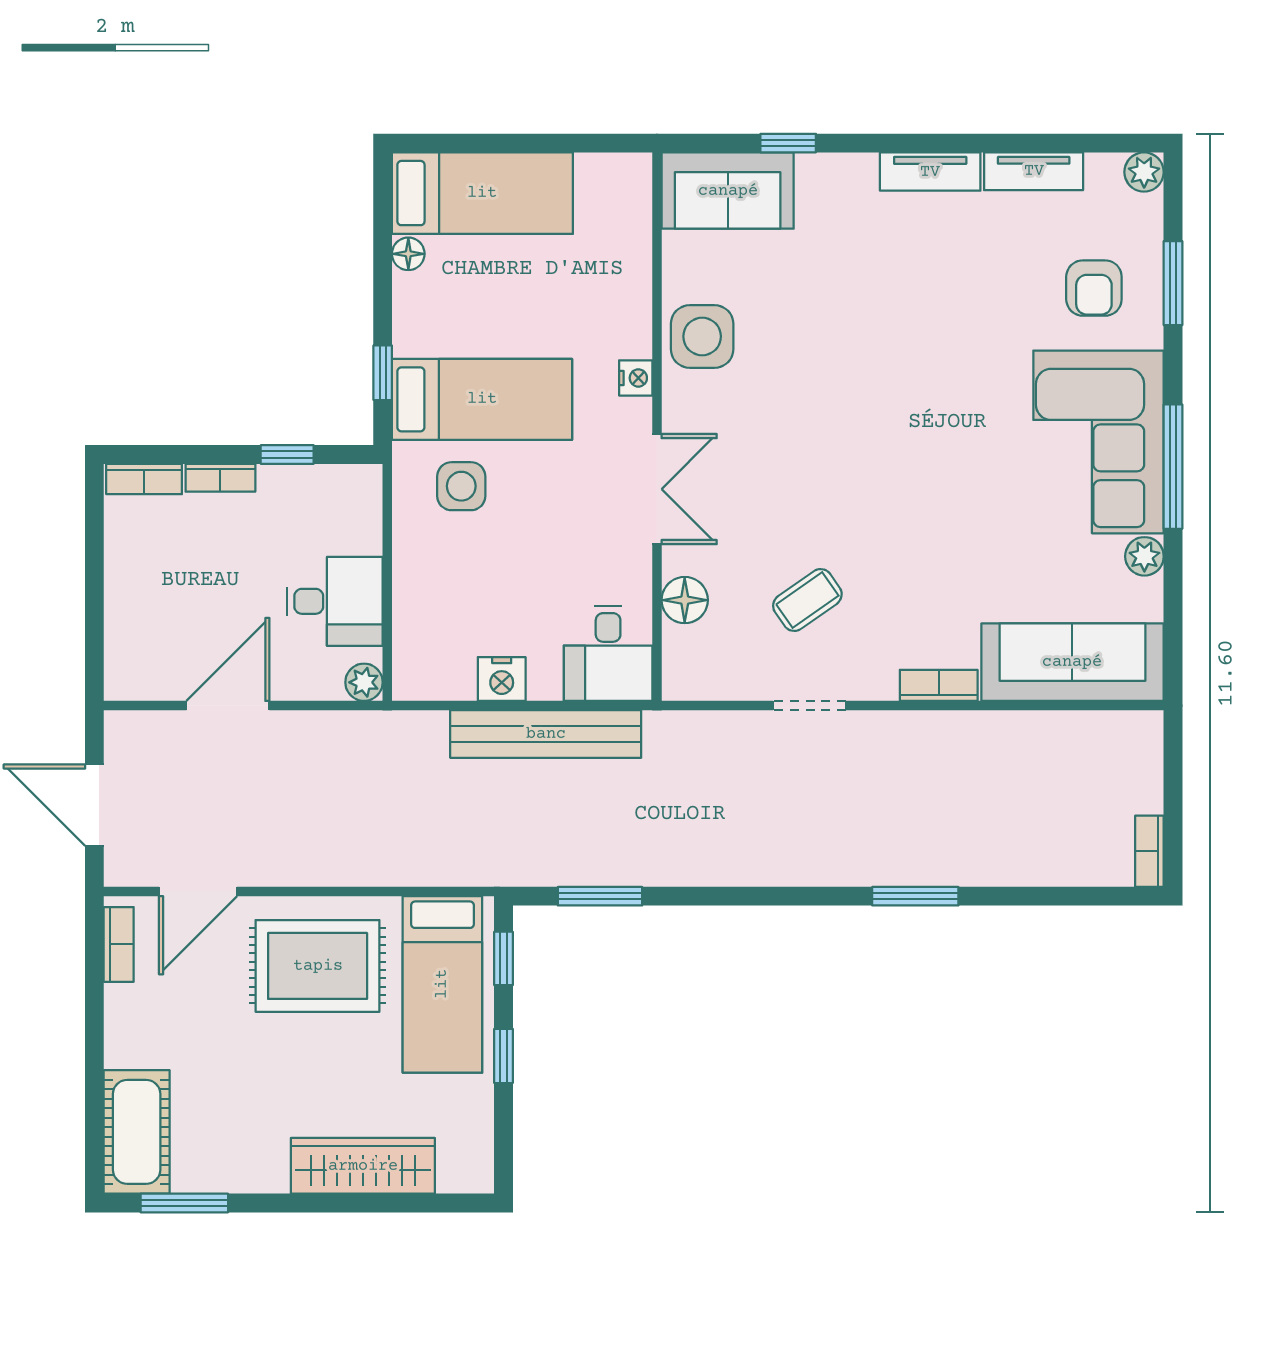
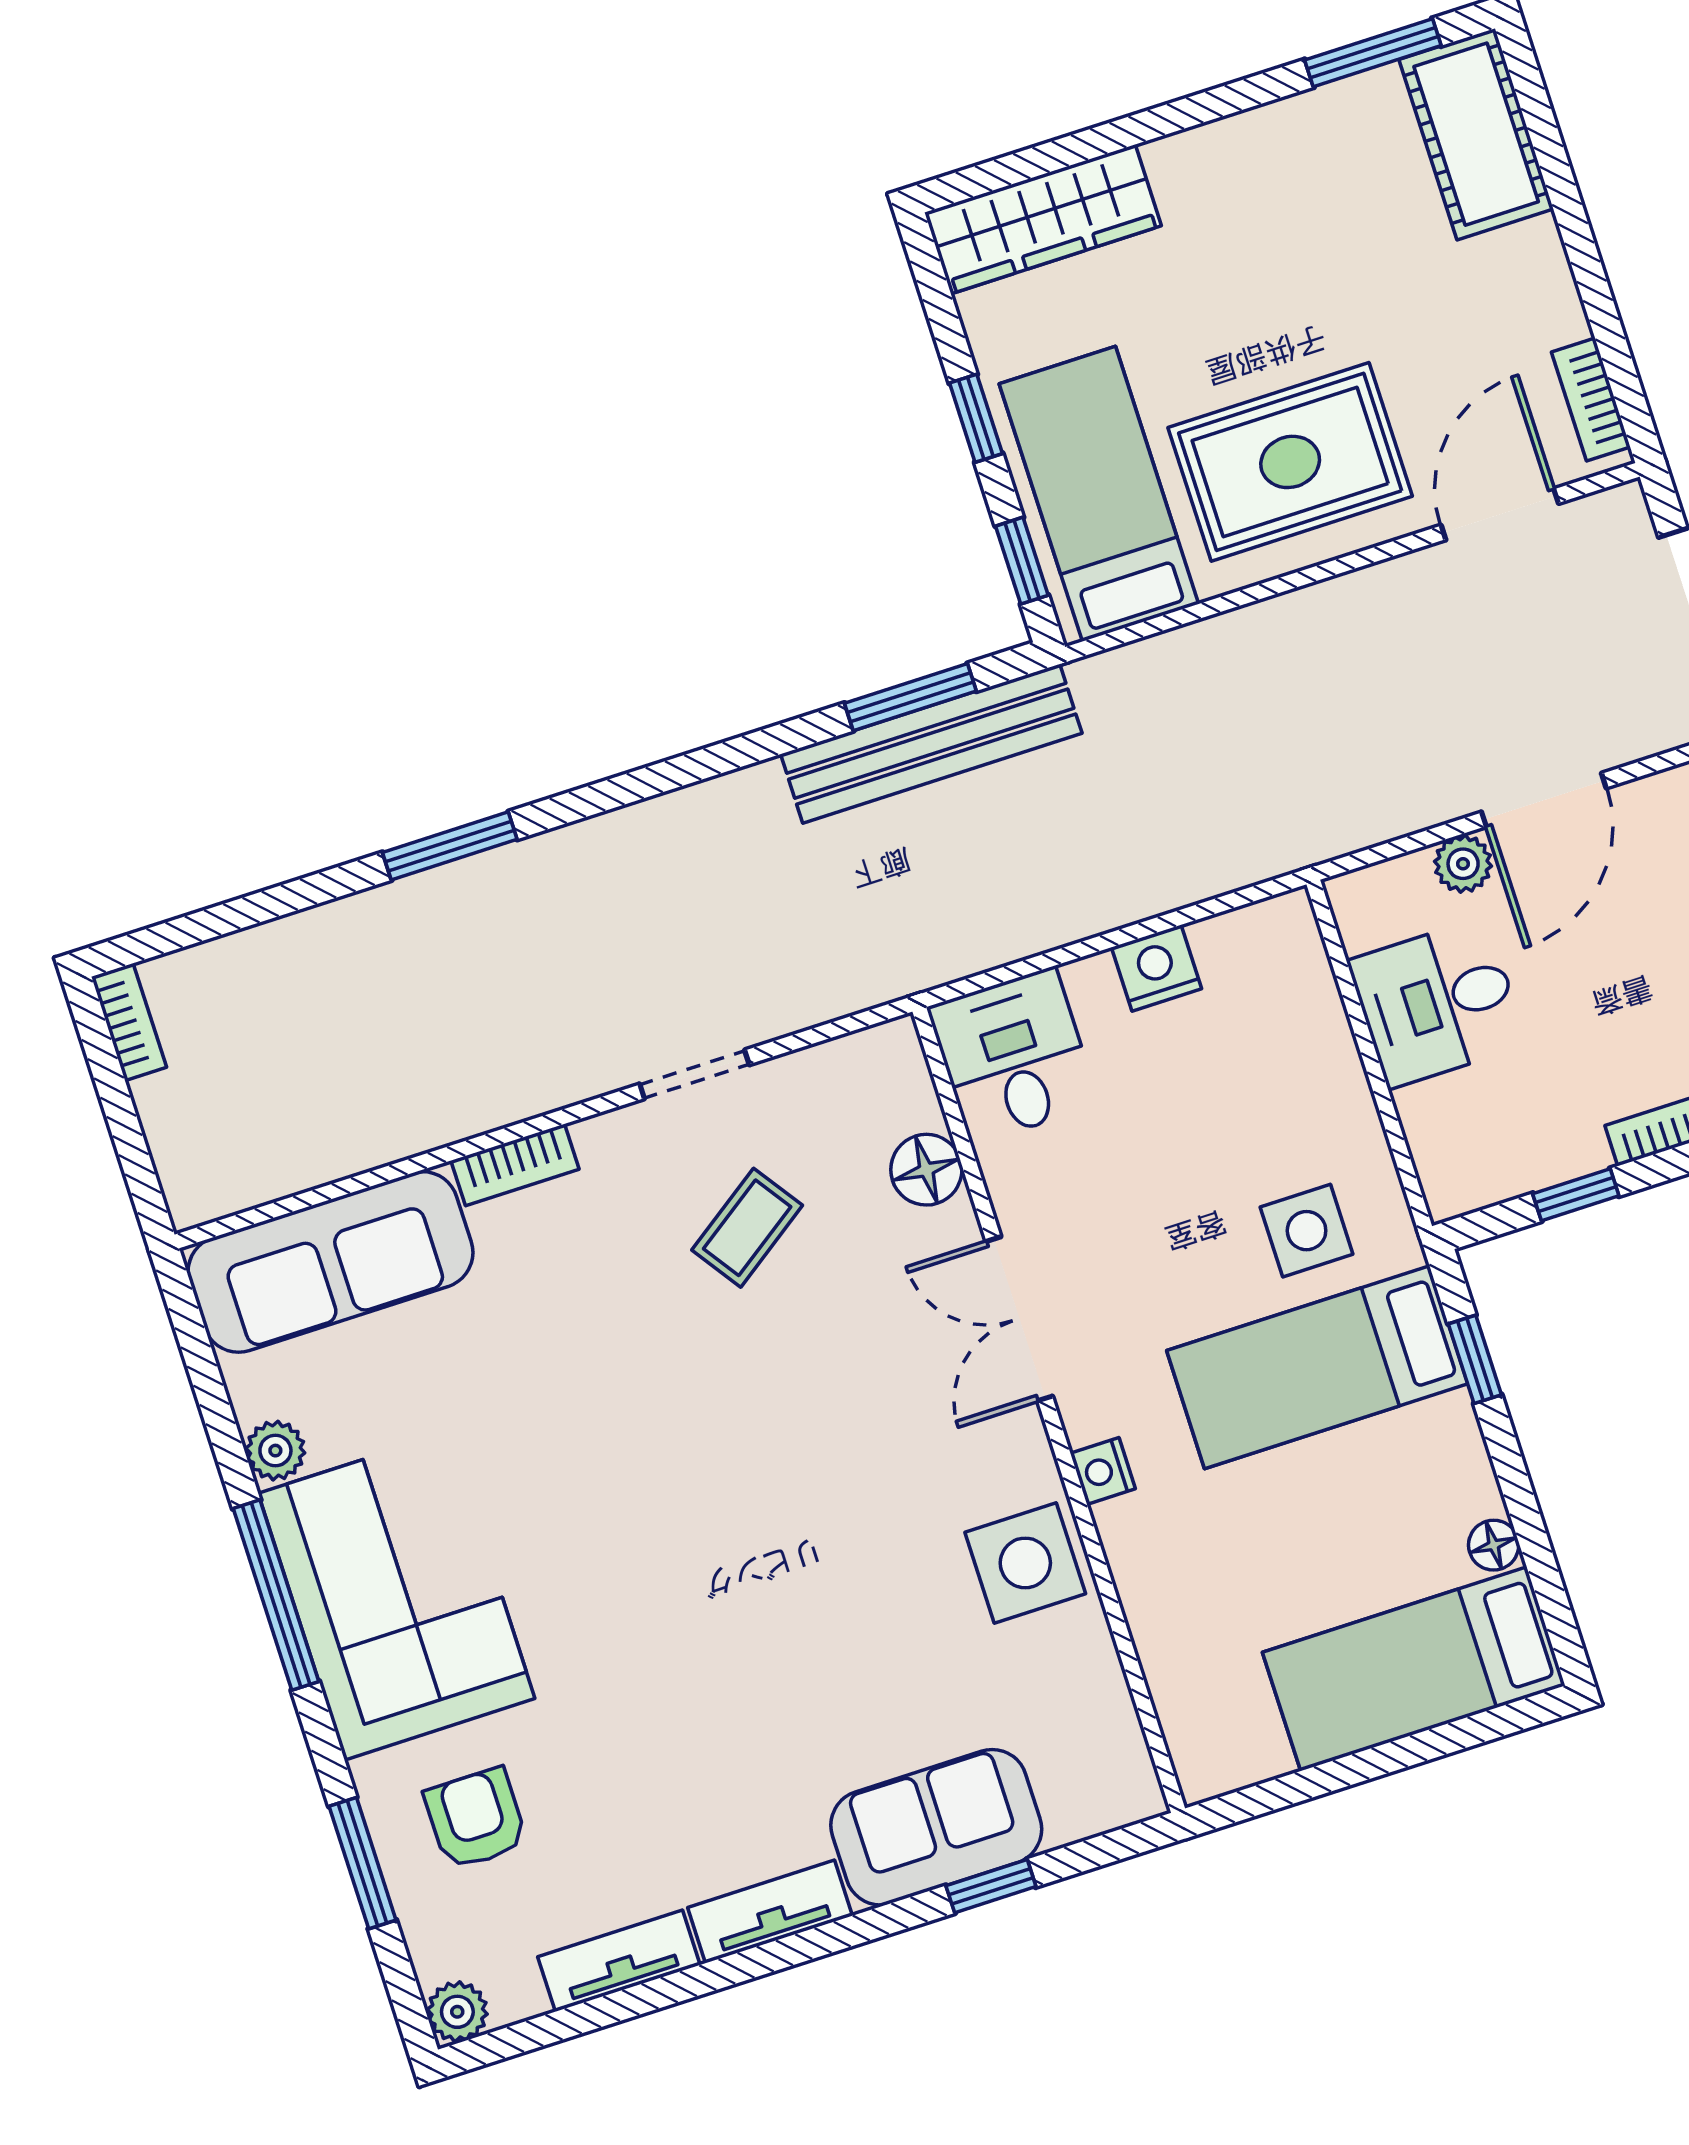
sofa: (728, 191) -> (936, 1827), moved
plant: (364, 682) -> (1463, 864), moved
bench: (546, 734) -> (931, 744), moved
wardrobe: (363, 1166) -> (1043, 219), moved

